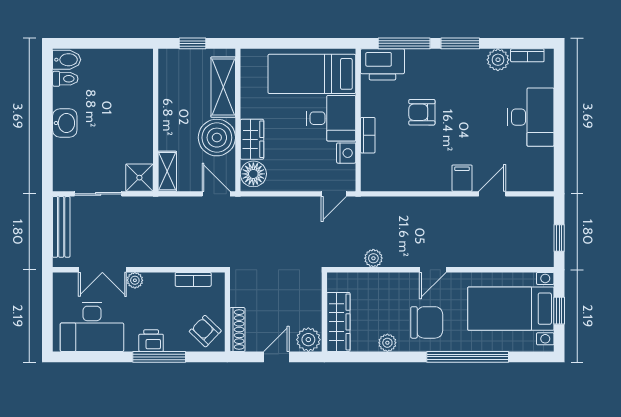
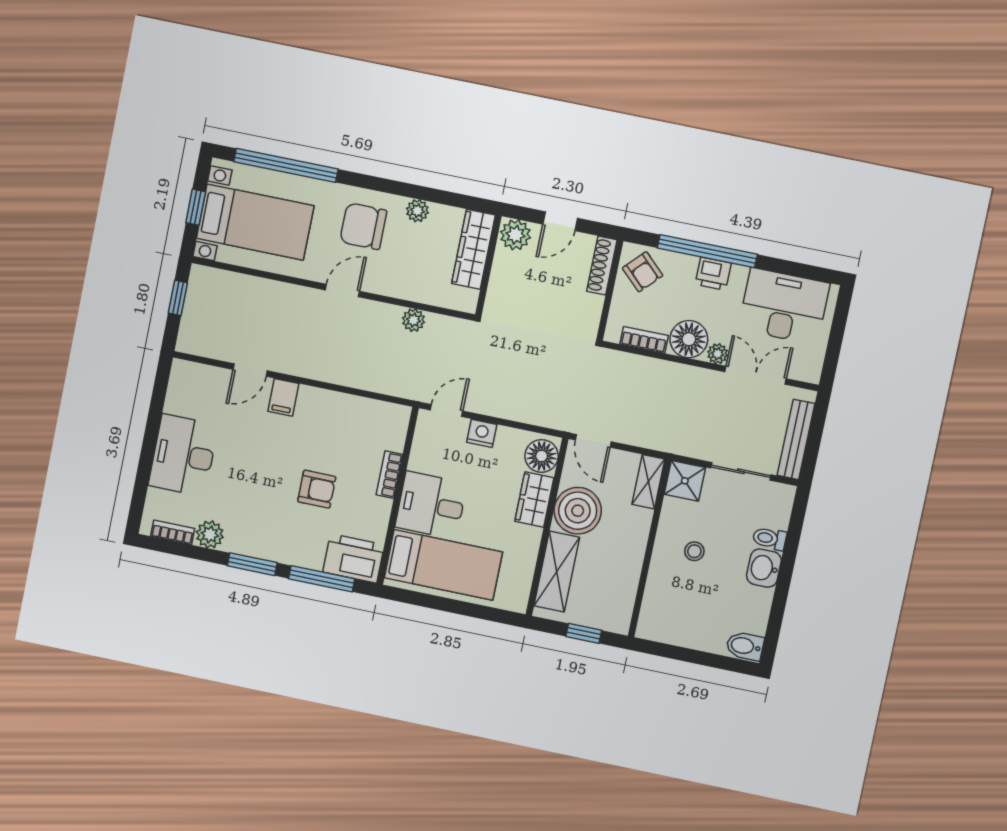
toilet: (65, 79) -> (770, 538), moved
stool: (121, 125) -> (694, 551), added
nightstand: (346, 153) -> (482, 433), moved, turned 90
floor lamp: (159, 287) -> (689, 339), added
window: (159, 357) -> (707, 251), width x1.46
window: (468, 357) -> (286, 165), moved

